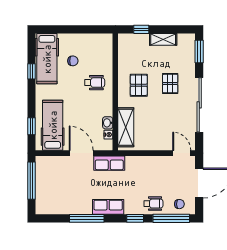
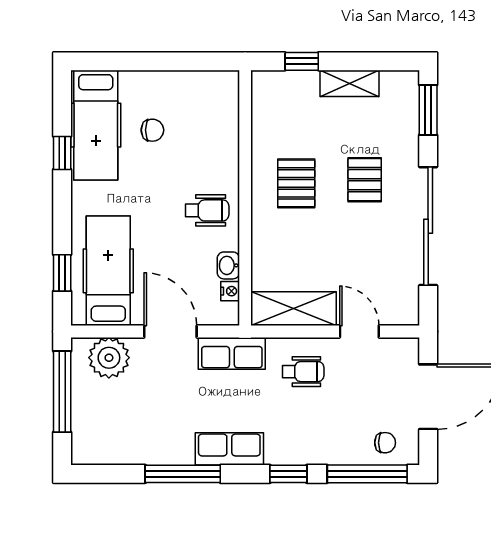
wheelchair: (95, 83) -> (207, 210), moved
shelving: (126, 127) -> (294, 309), moved, turned 90
door: (182, 153) -> (359, 332), moved
plant: (53, 165) -> (109, 358), added
wheelchair: (153, 204) -> (303, 372), moved

